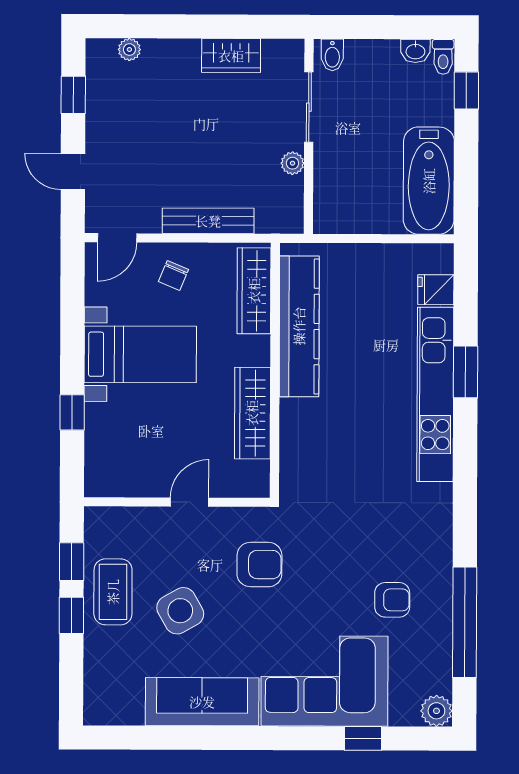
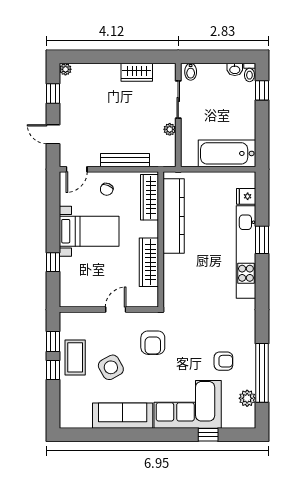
plant: (129, 50) -> (65, 69), moved
bathtub: (429, 181) -> (227, 153), moved, turned 90
armchair: (259, 565) -> (153, 343), turned 90
plant: (436, 711) -> (247, 398), moved

